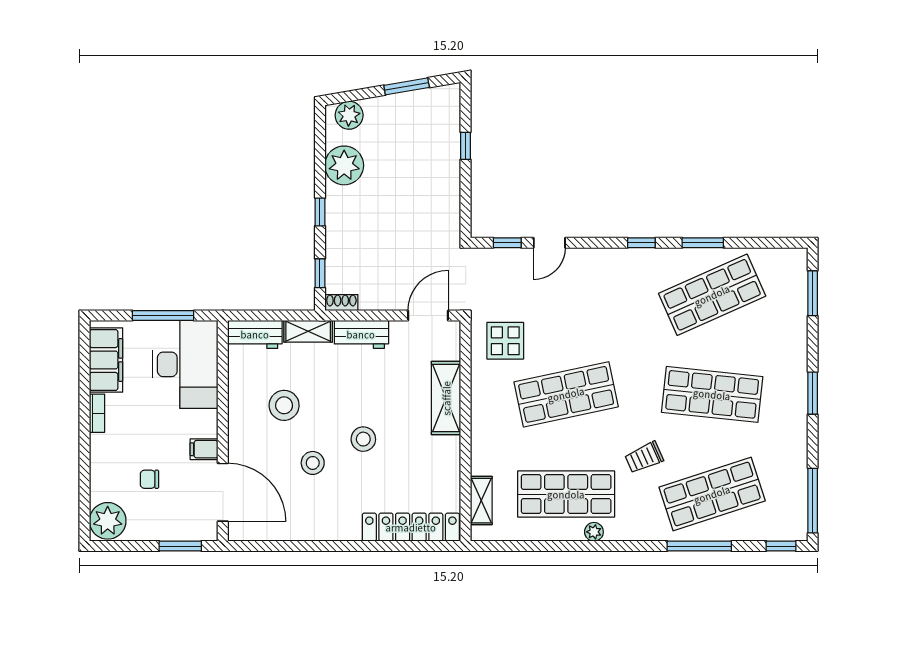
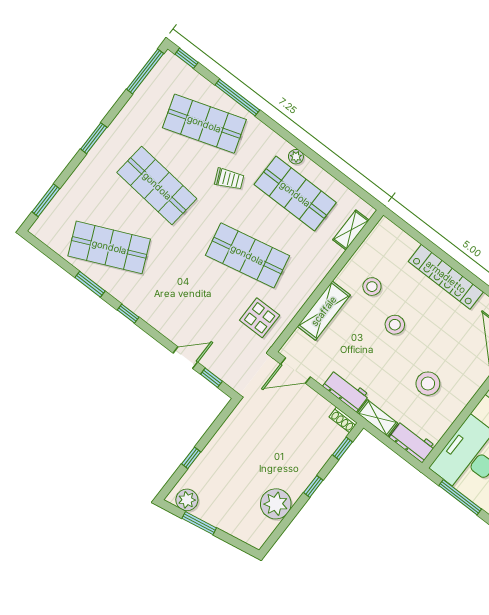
plant: (349, 115) -> (187, 500), moved
stool: (313, 463) -> (372, 287), moved
locker: (411, 527) -> (446, 277), moved

